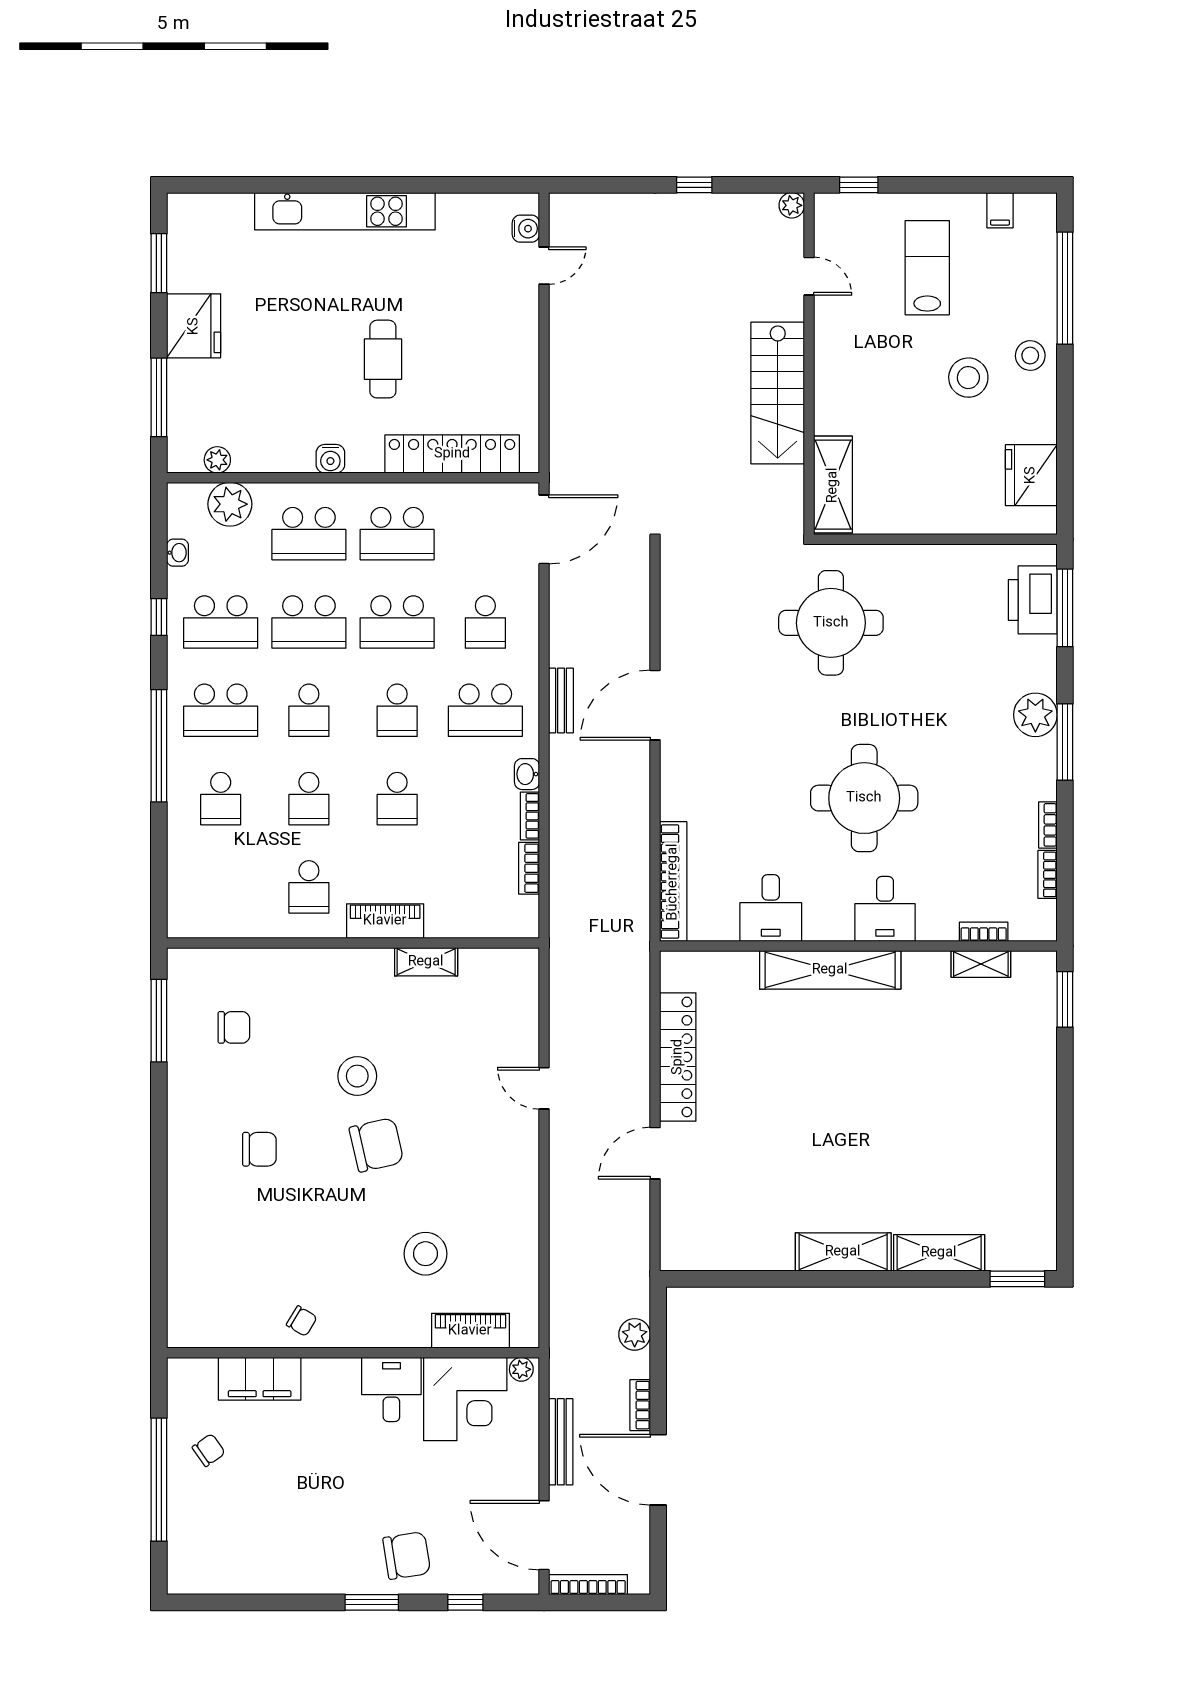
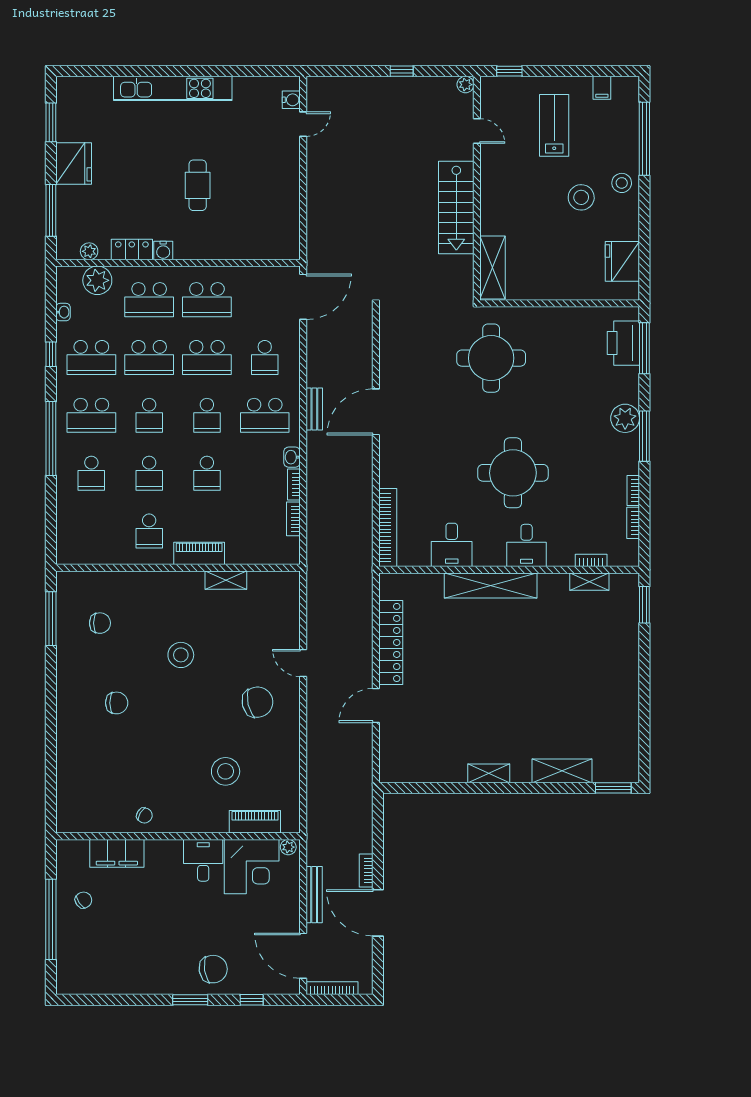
locker: (452, 454) -> (132, 250), moved, width x0.46, depth x0.83
chair: (376, 1145) -> (257, 702), moved
shelving: (843, 1252) -> (489, 773), width x0.67, depth x0.75
plant: (635, 1334) -> (362, 824), removed

